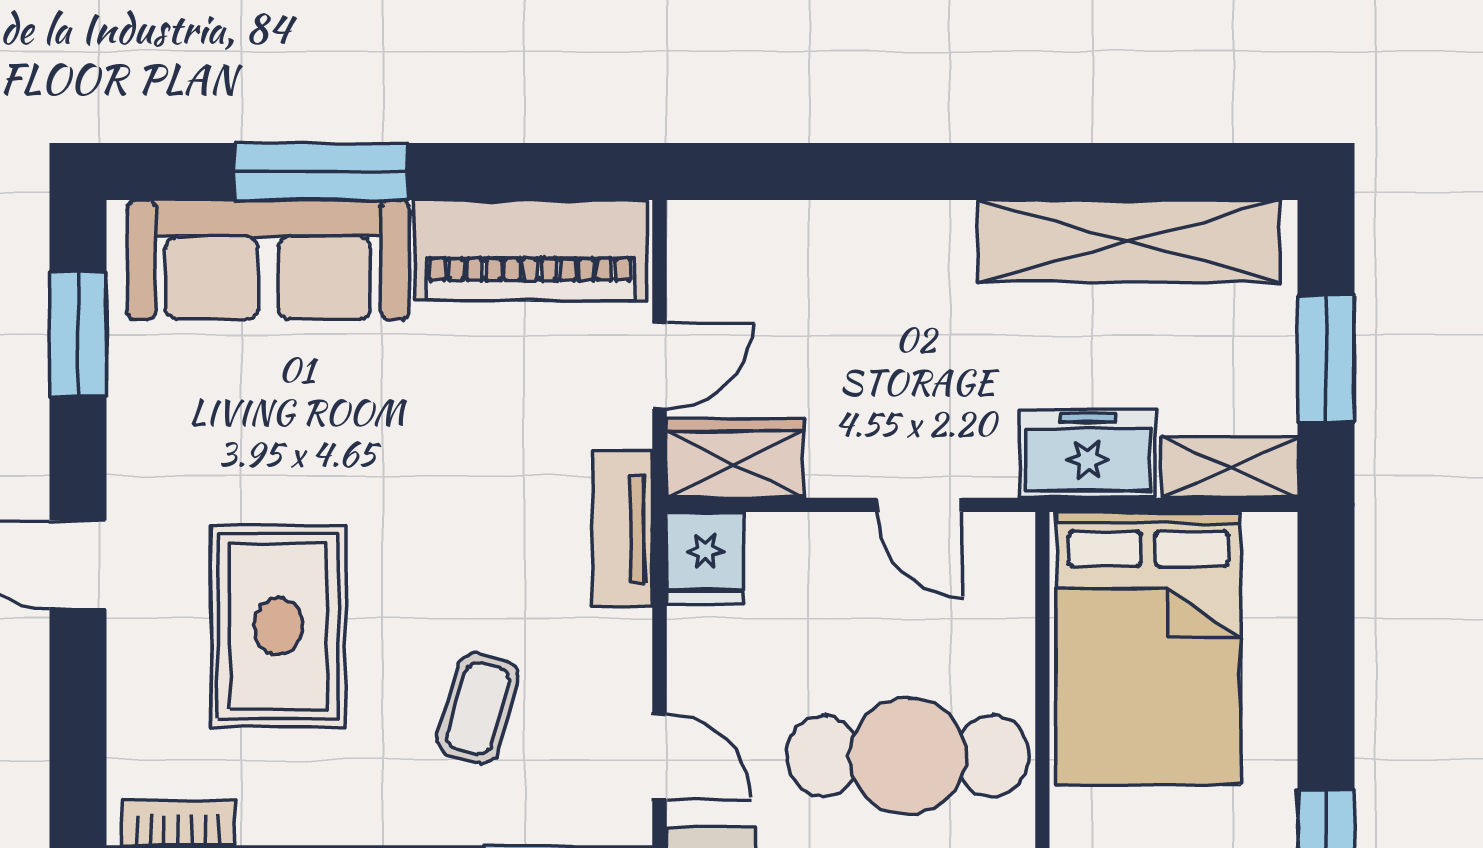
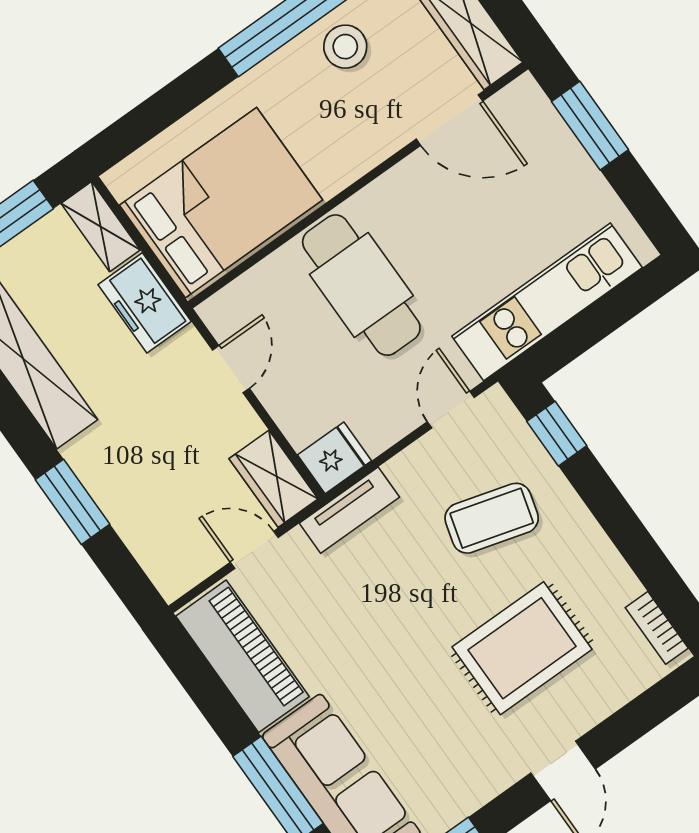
window: (893, 172) -> (73, 502), added
coffee table: (478, 708) -> (492, 518), width x1.36, depth x1.30

